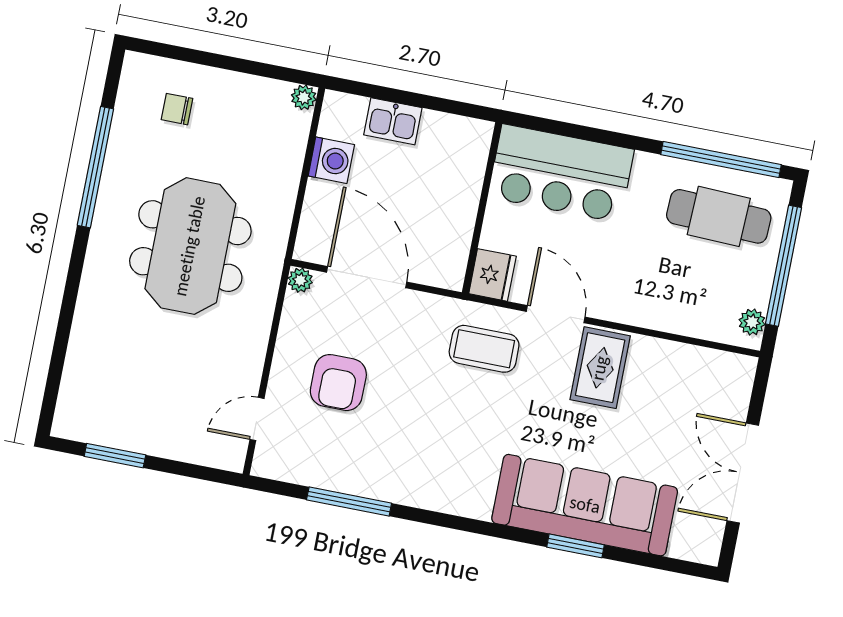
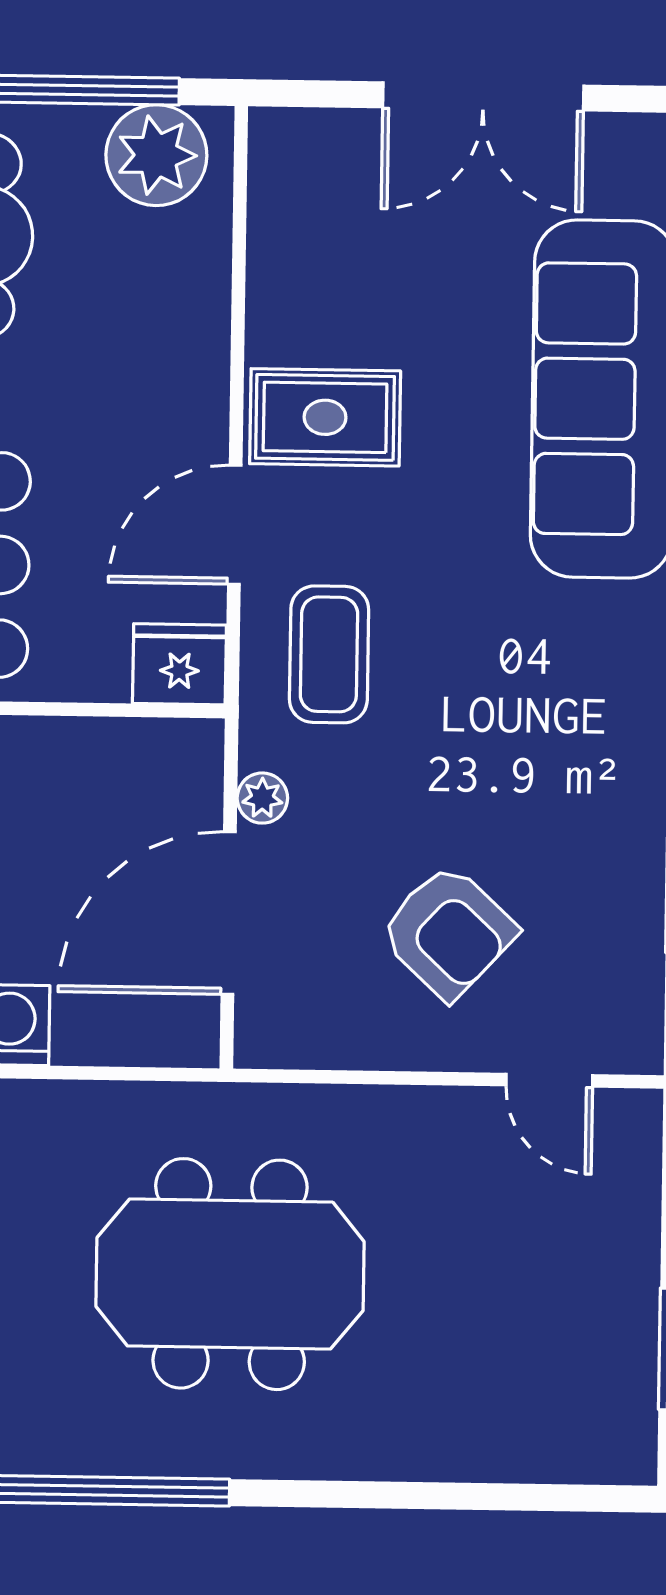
plant: (300, 280) -> (262, 798), moved
plant: (752, 322) -> (156, 155), width x1.88, depth x1.88
armchair: (338, 383) -> (448, 932), turned 43

